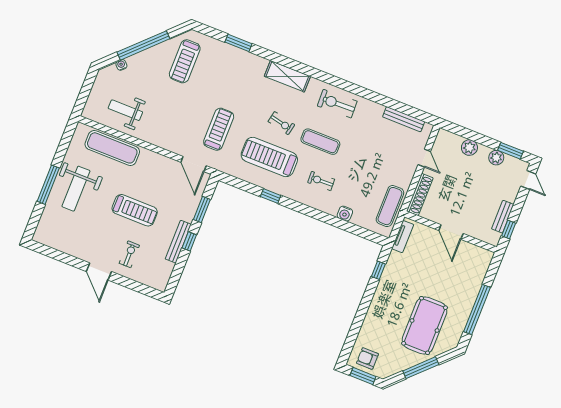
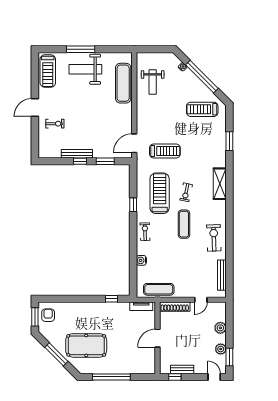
exercise bike: (337, 104) -> (214, 238), moved
weight bench: (125, 110) -> (153, 82), turned 180
door: (528, 180) -> (214, 377), swing flipped
exercise bike: (321, 181) -> (145, 232), moved
treadmill: (135, 210) -> (48, 71), moved

